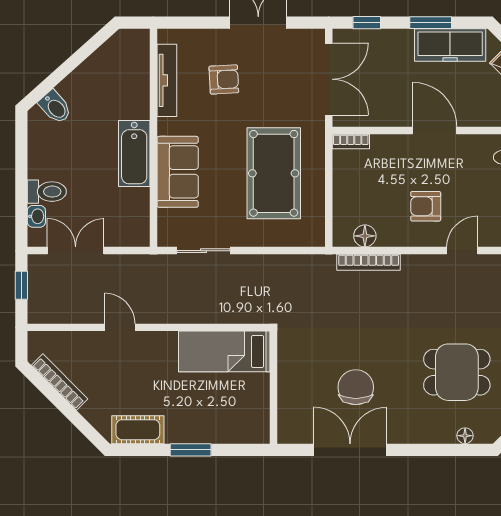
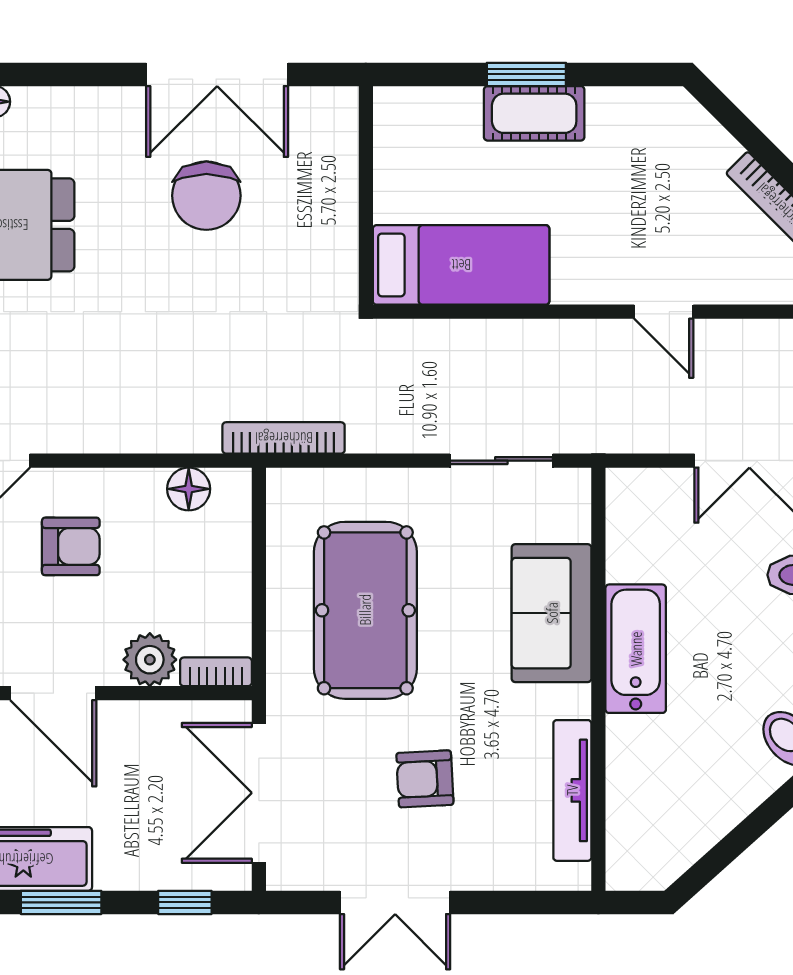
armchair: (224, 79) -> (425, 779), moved
plant: (385, 148) -> (150, 660), added
bookcase: (369, 262) -> (284, 438), moved
cot: (138, 430) -> (534, 113), moved

